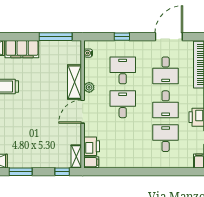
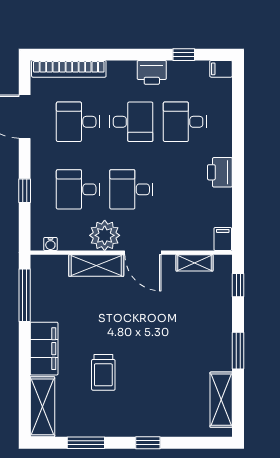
desk: (166, 70) -> (78, 122), turned 180
plant: (89, 87) -> (105, 235), width x1.87, depth x1.87
printer: (92, 146) -> (220, 172), moved, turned -90
shelving: (76, 157) -> (195, 263), moved

